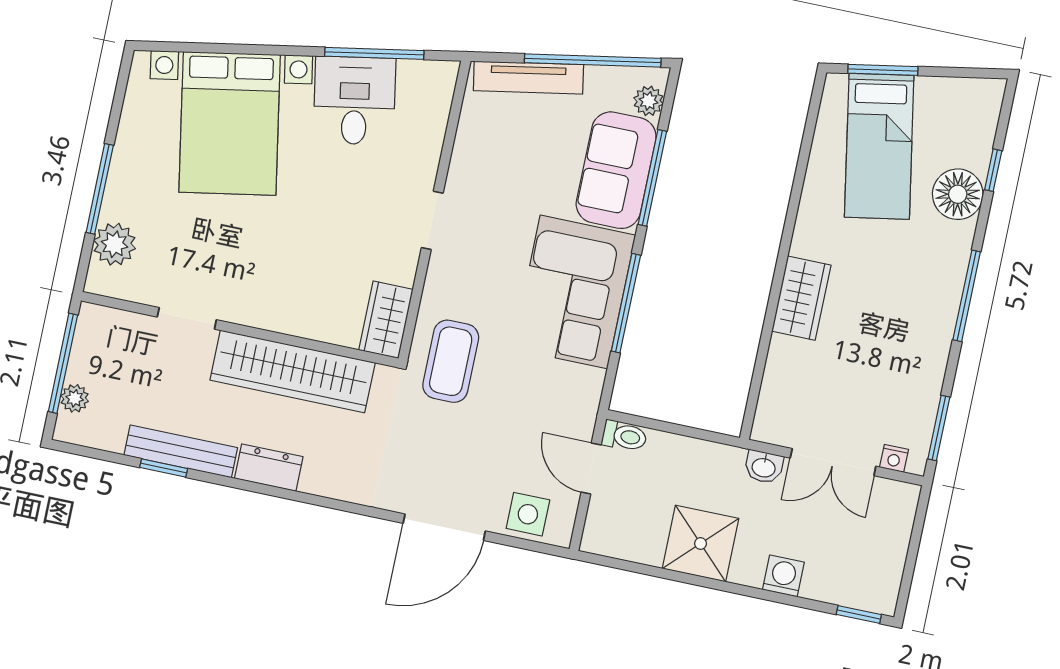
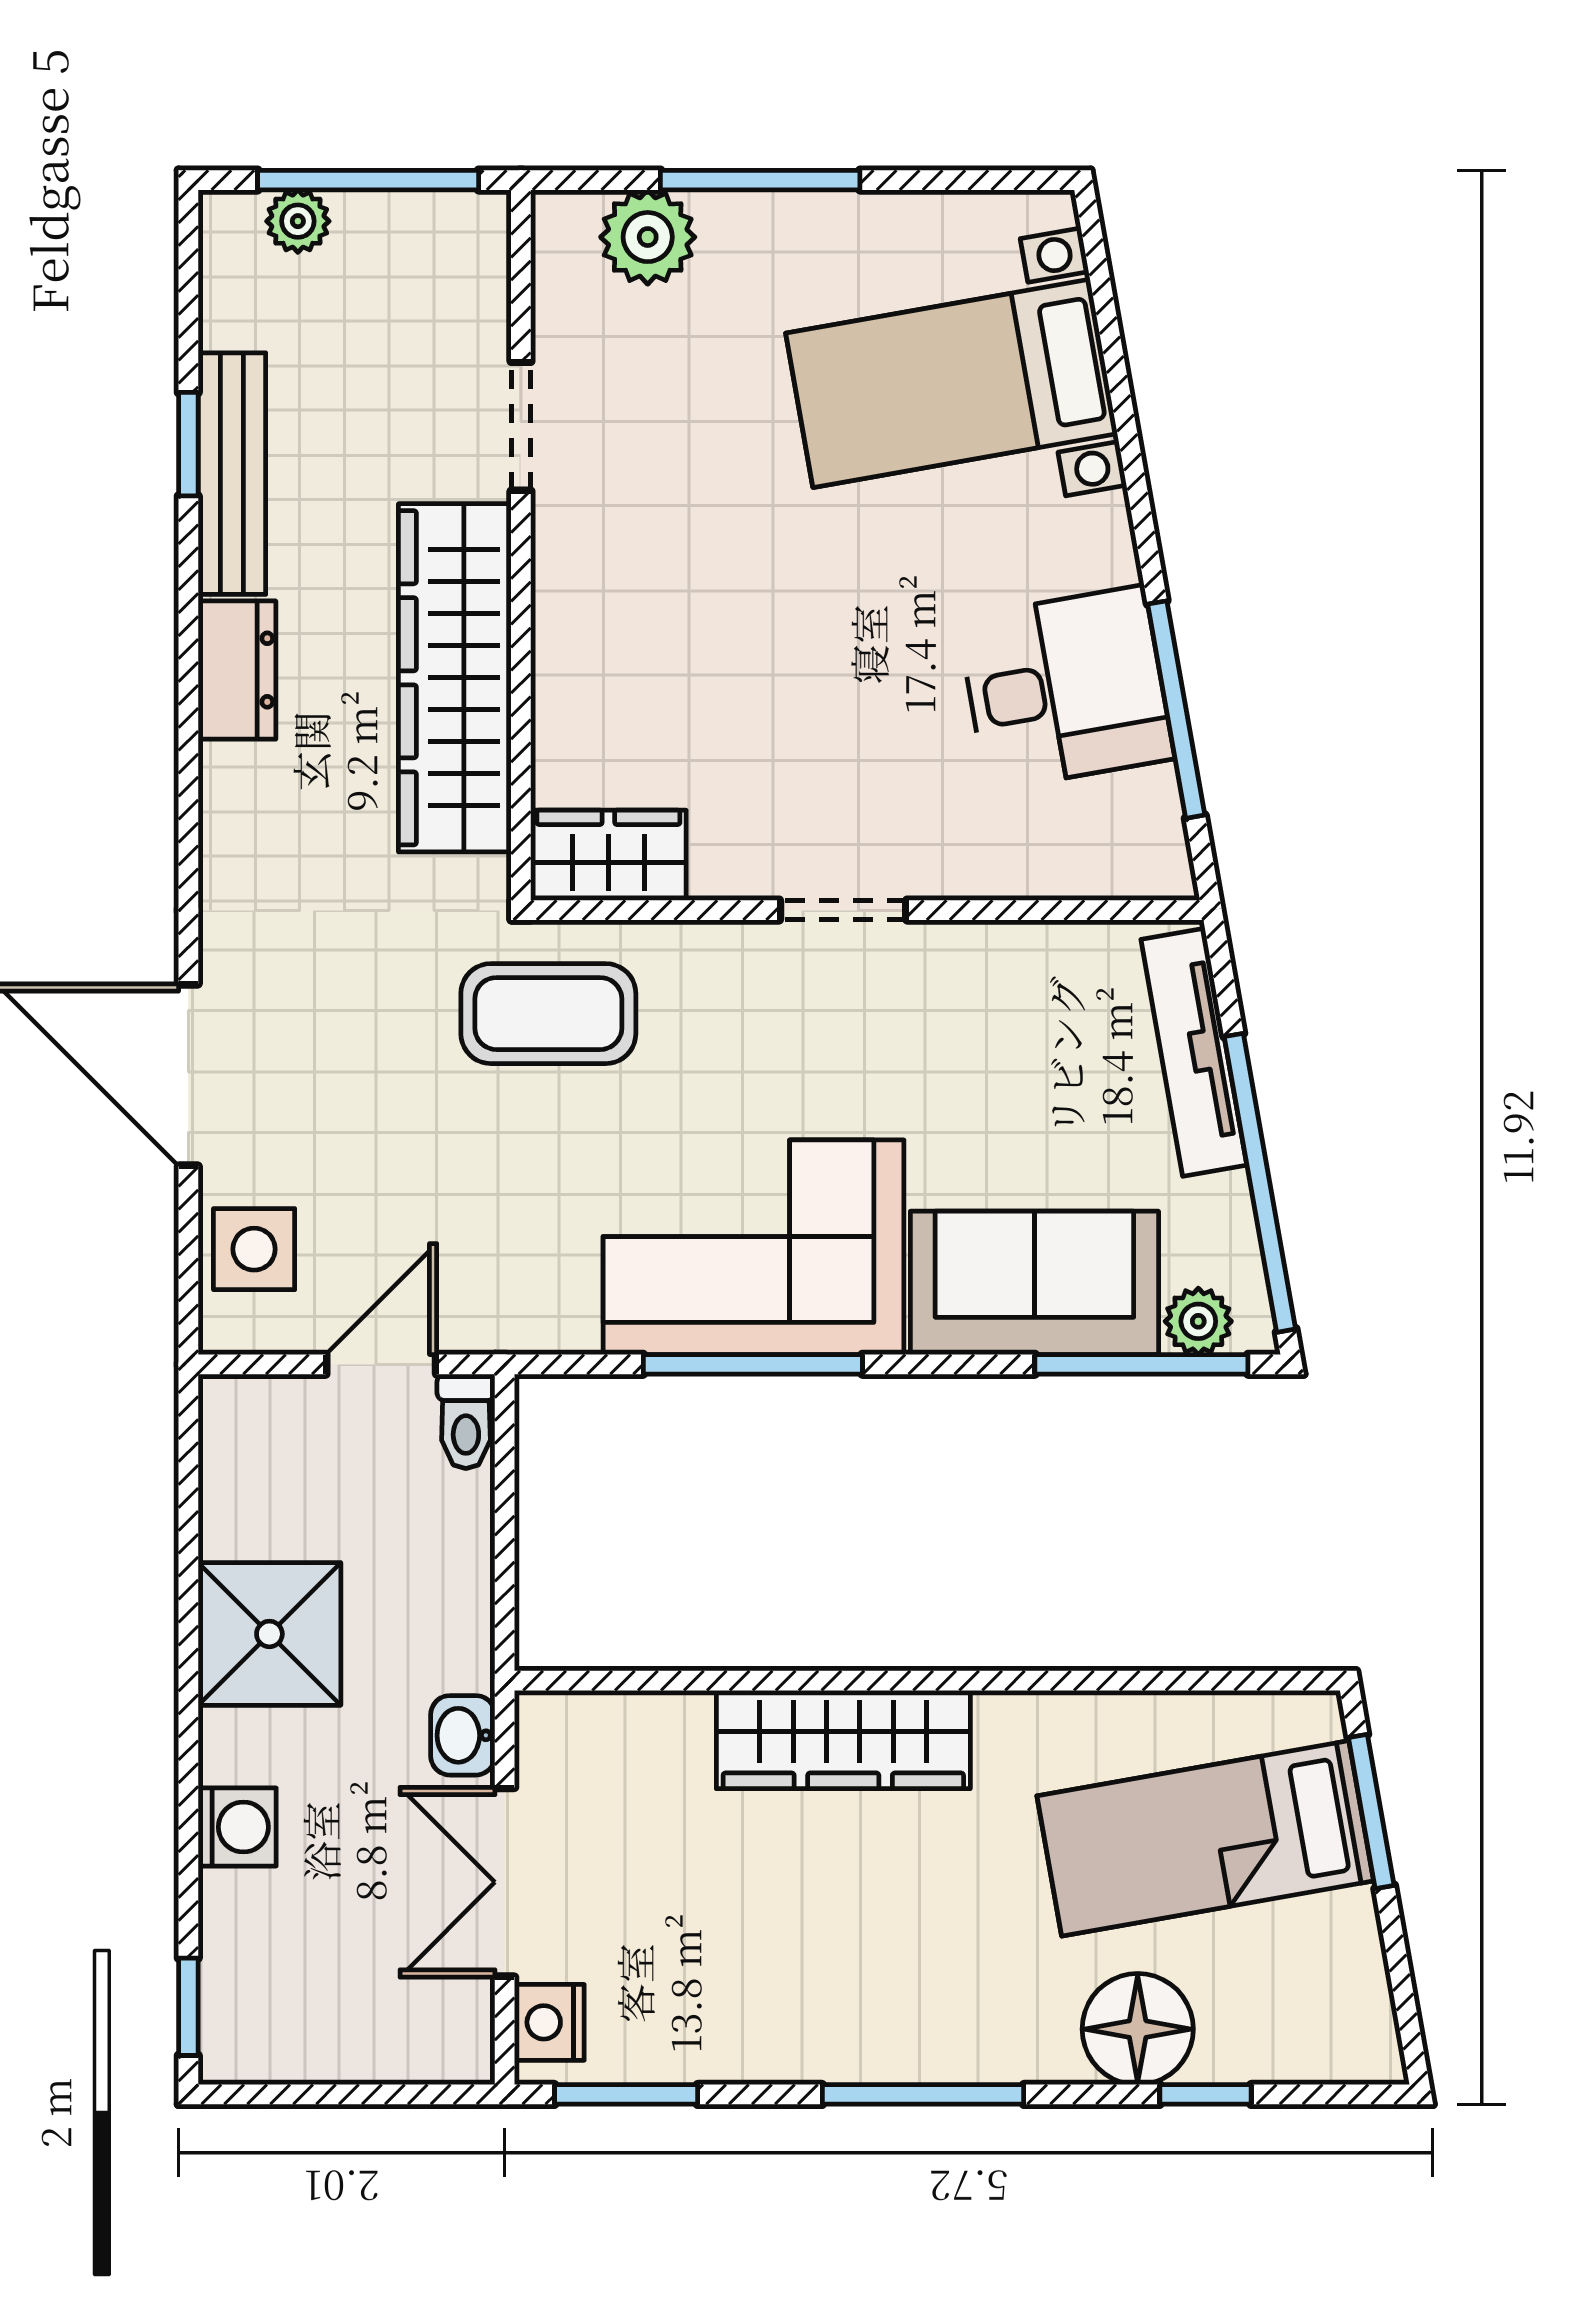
bed with nightstands: (230, 123) -> (952, 383), width x0.73
window: (652, 178) -> (1141, 1364), moved
wardrobe: (801, 298) -> (843, 1740), width x1.50
nightstand: (894, 458) -> (549, 2022), width x1.39, depth x1.35

